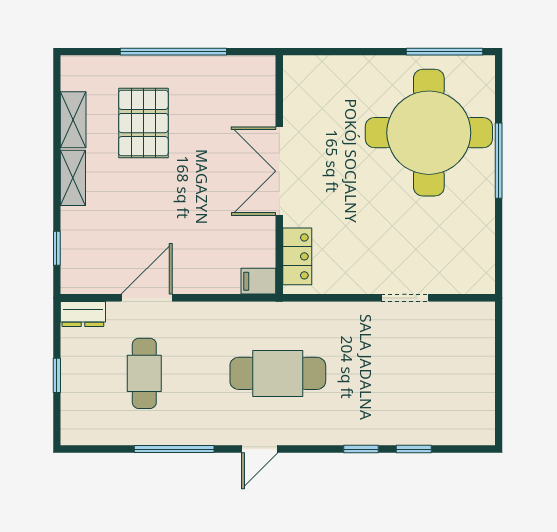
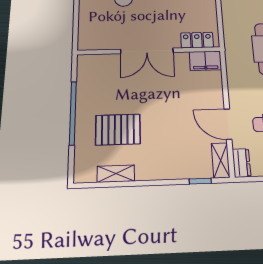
shelving: (73, 178) -> (221, 160), moved, turned 90
filing cabinet: (258, 281) -> (205, 61), width x2.00

